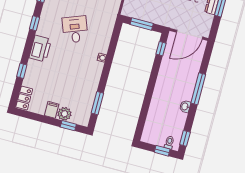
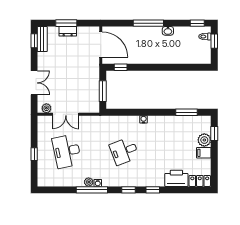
printer: (40, 49) -> (176, 178), moved
window: (22, 71) -> (153, 190), moved

